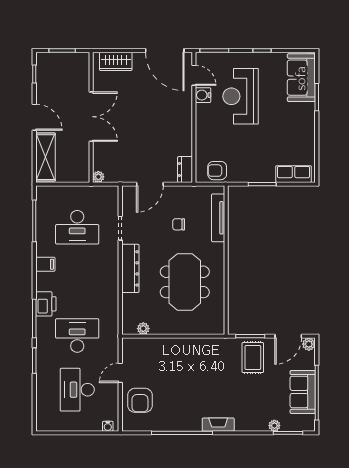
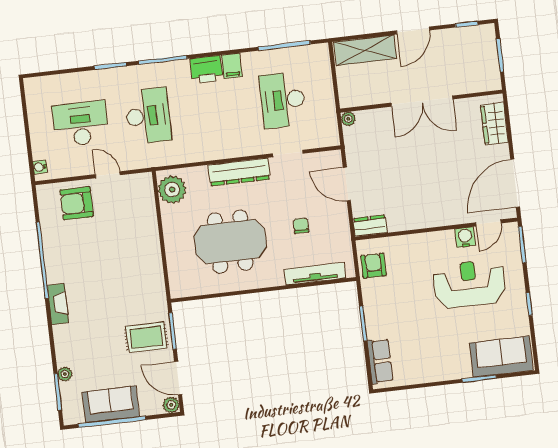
printer: (46, 304) -> (206, 69), moved
plant: (143, 329) -> (172, 189), width x1.87, depth x1.87

